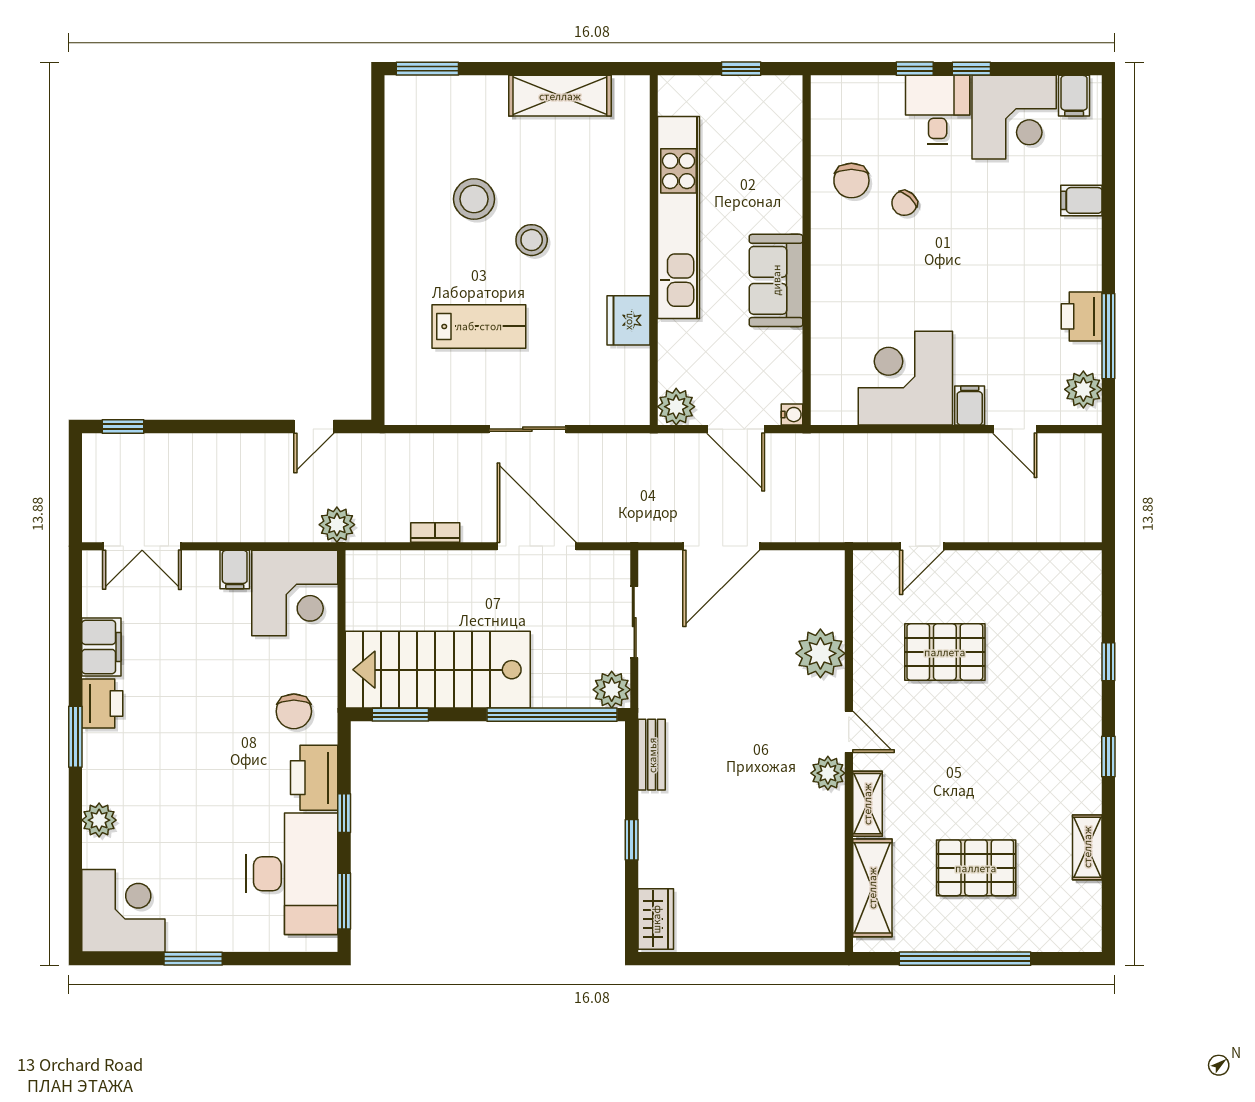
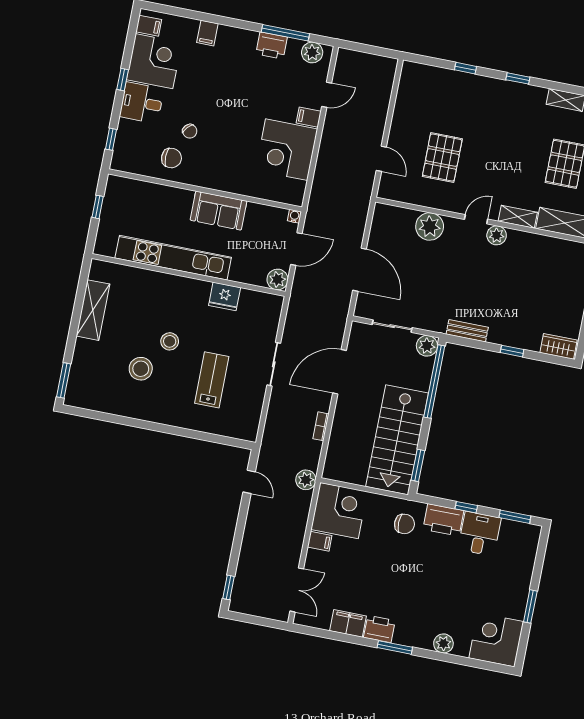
window: (915, 69) -> (111, 139), moved
desk: (292, 874) -> (480, 534), width x0.53, depth x0.77

